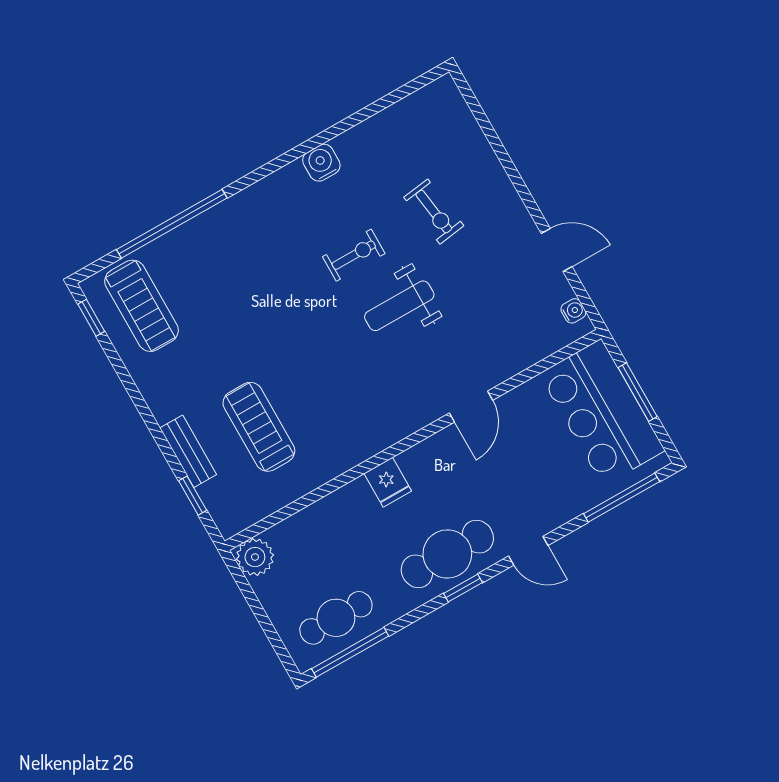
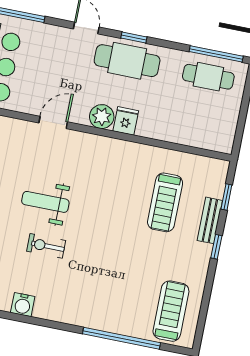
weight bench: (399, 306) -> (45, 202), turned 180
window: (91, 318) -> (216, 247), moved
plant: (255, 557) -> (102, 117), moved

